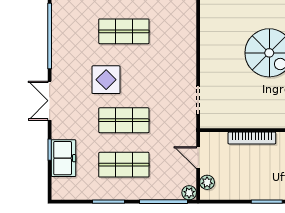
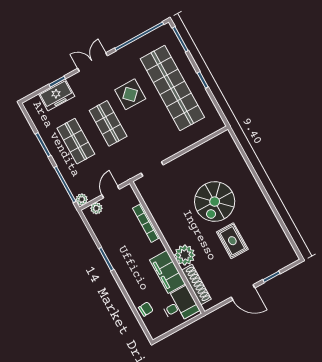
shop shelf: (124, 31) -> (172, 88), width x2.00, depth x1.36

